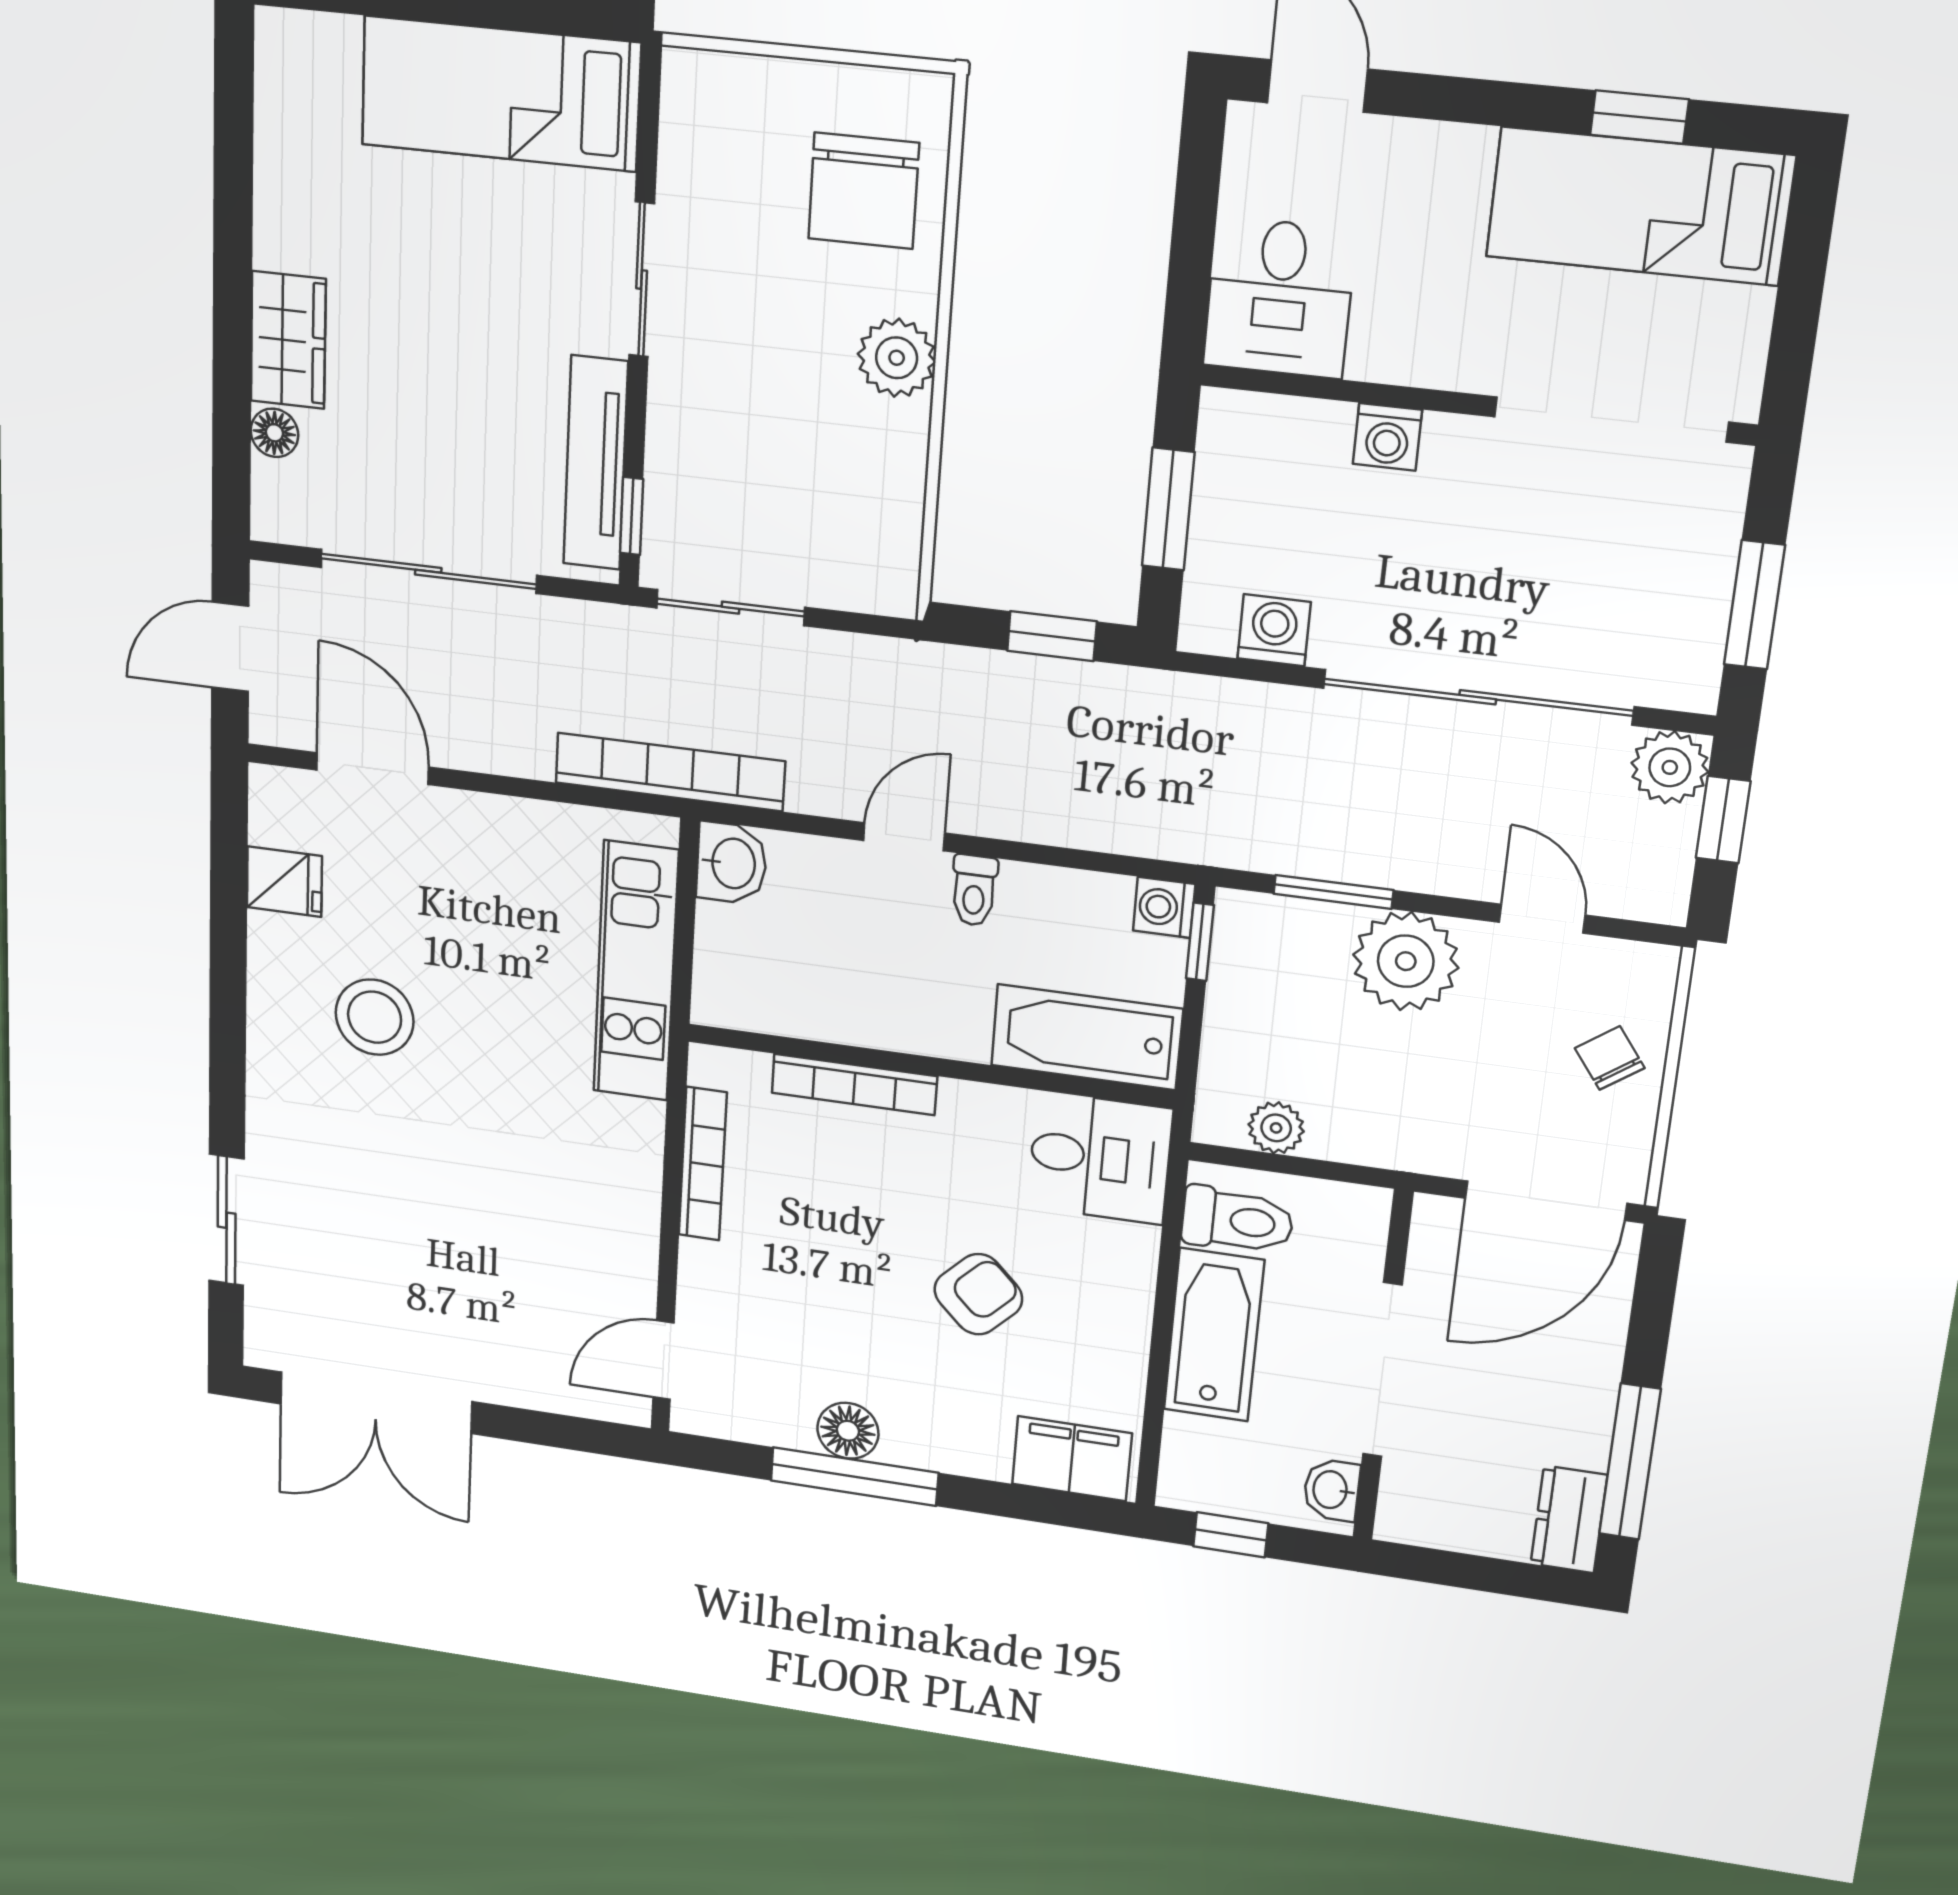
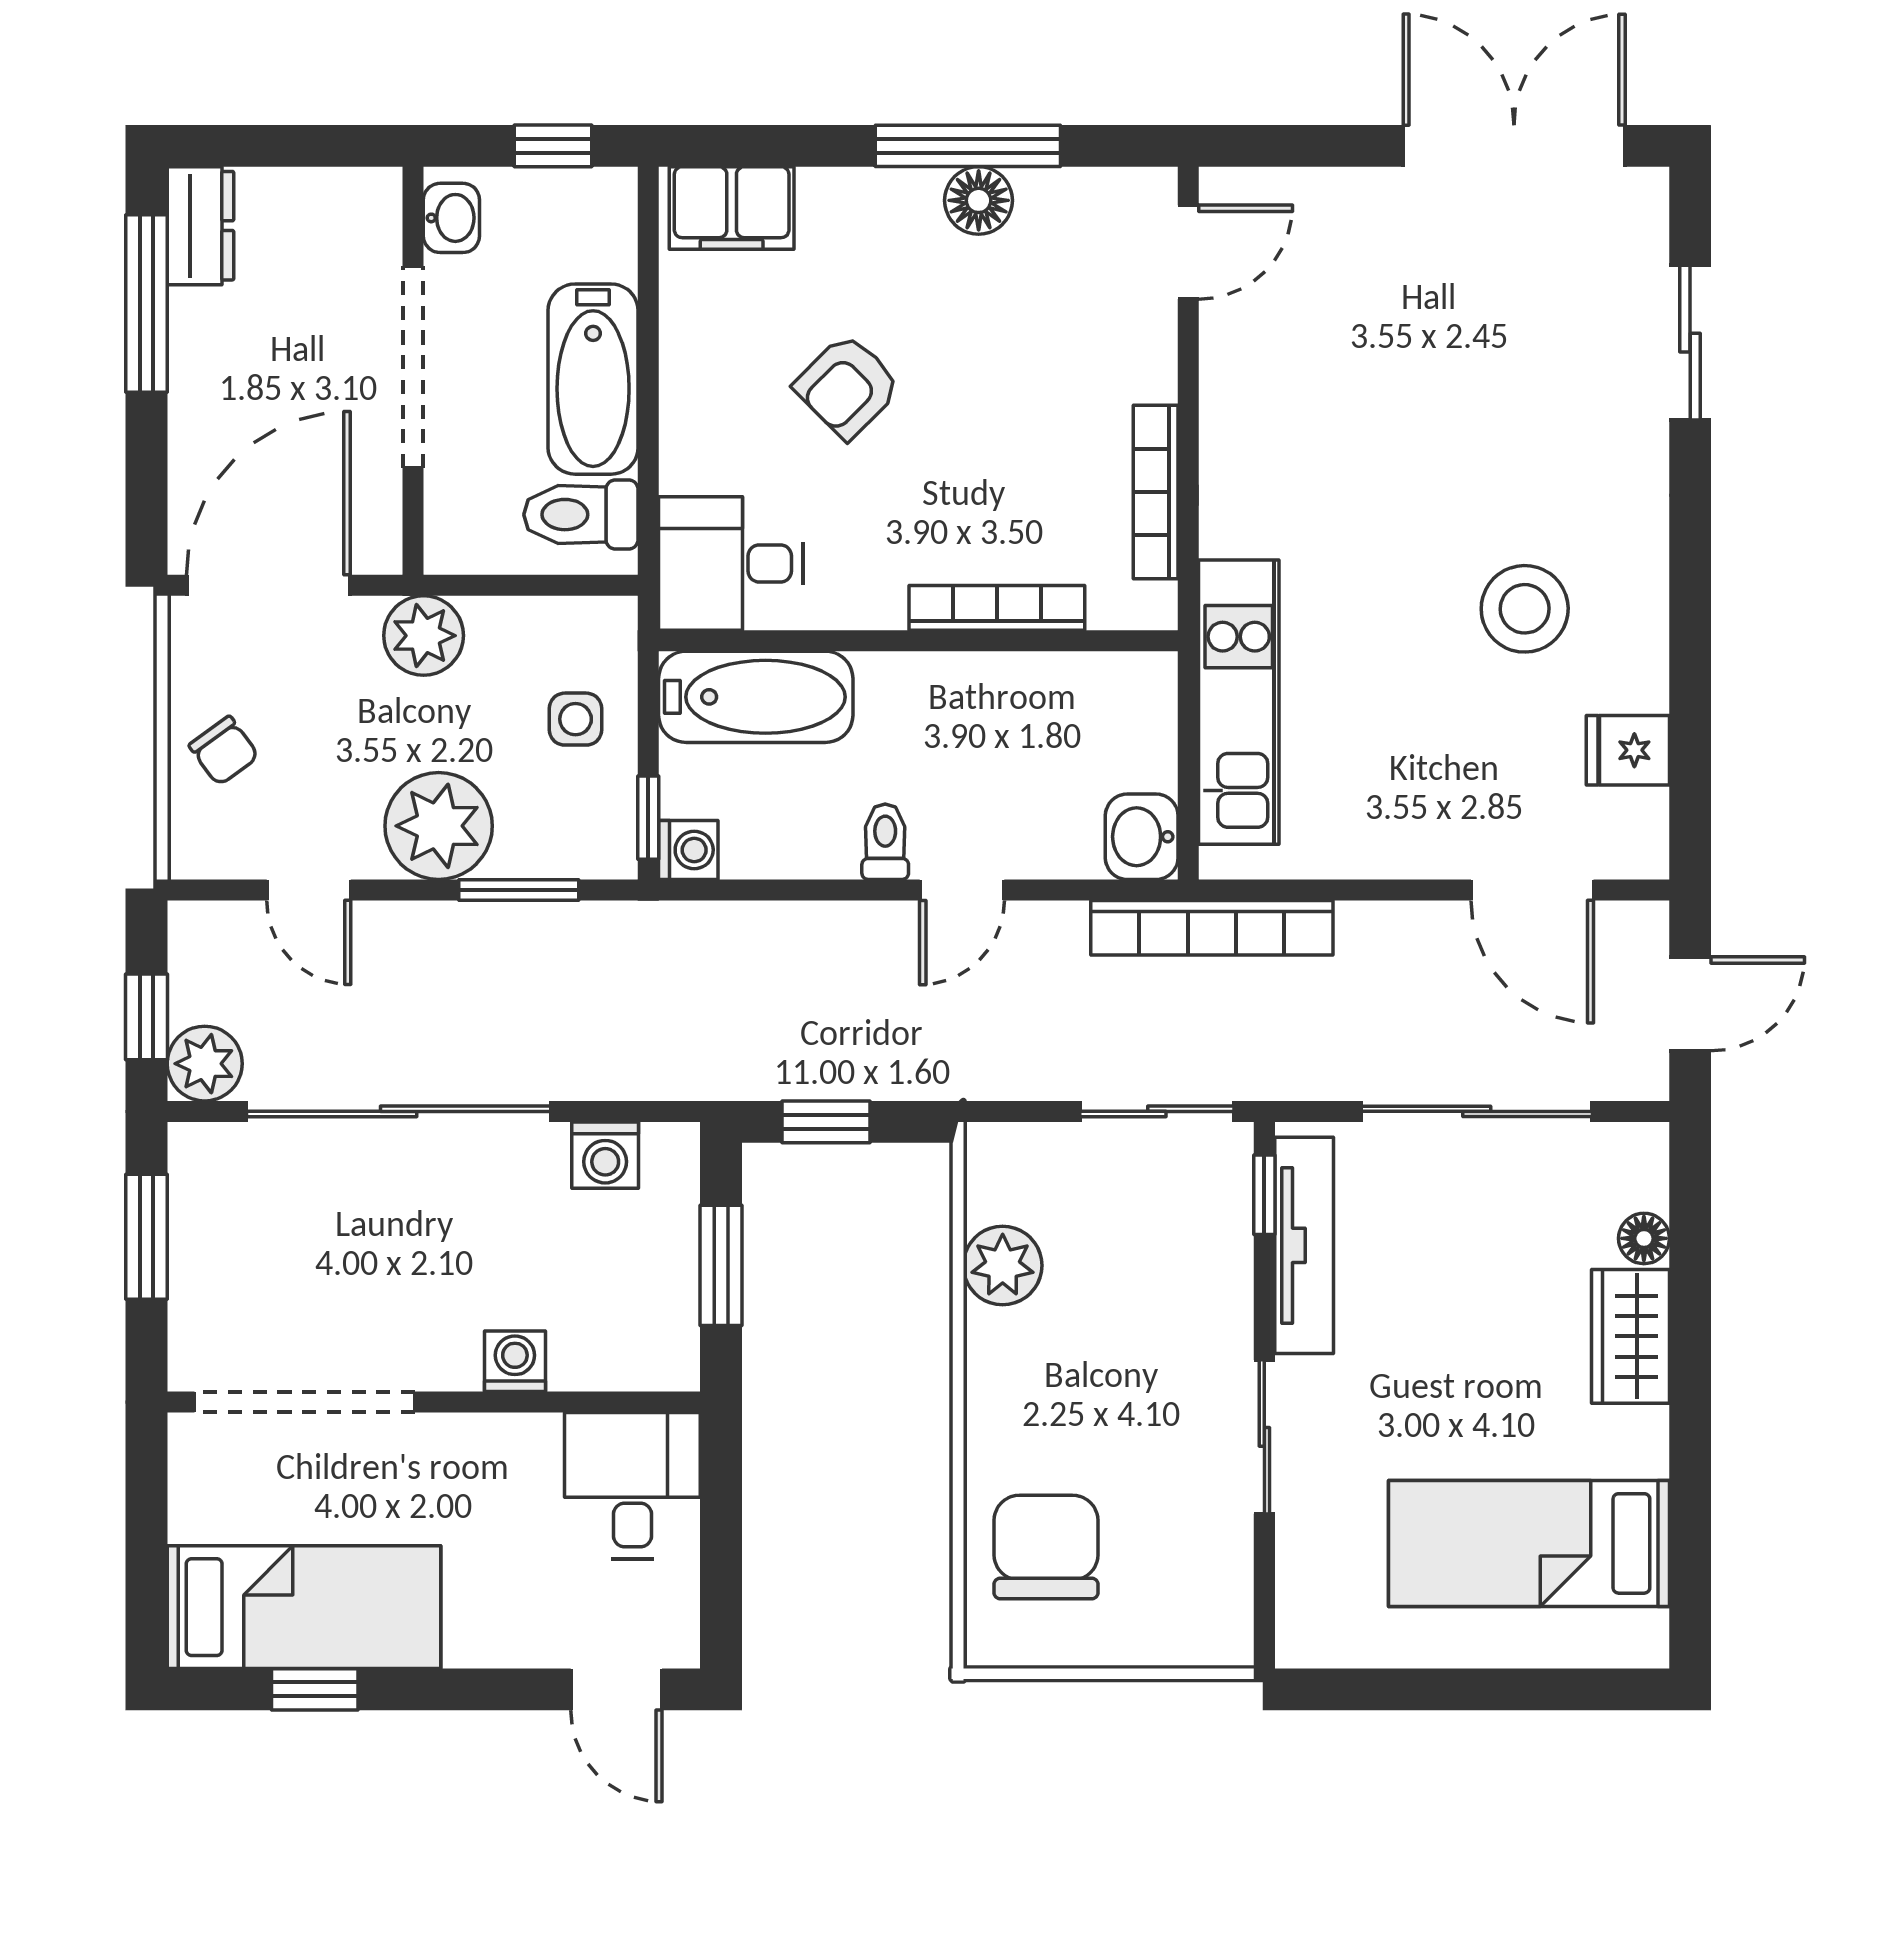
bed: (500, 94) -> (1529, 1543), moved, turned 180
plant: (897, 358) -> (1003, 1265), moved
side table: (1261, 1040) -> (576, 719), added
plant: (1276, 1128) -> (424, 636), moved, width x1.38, depth x1.38

